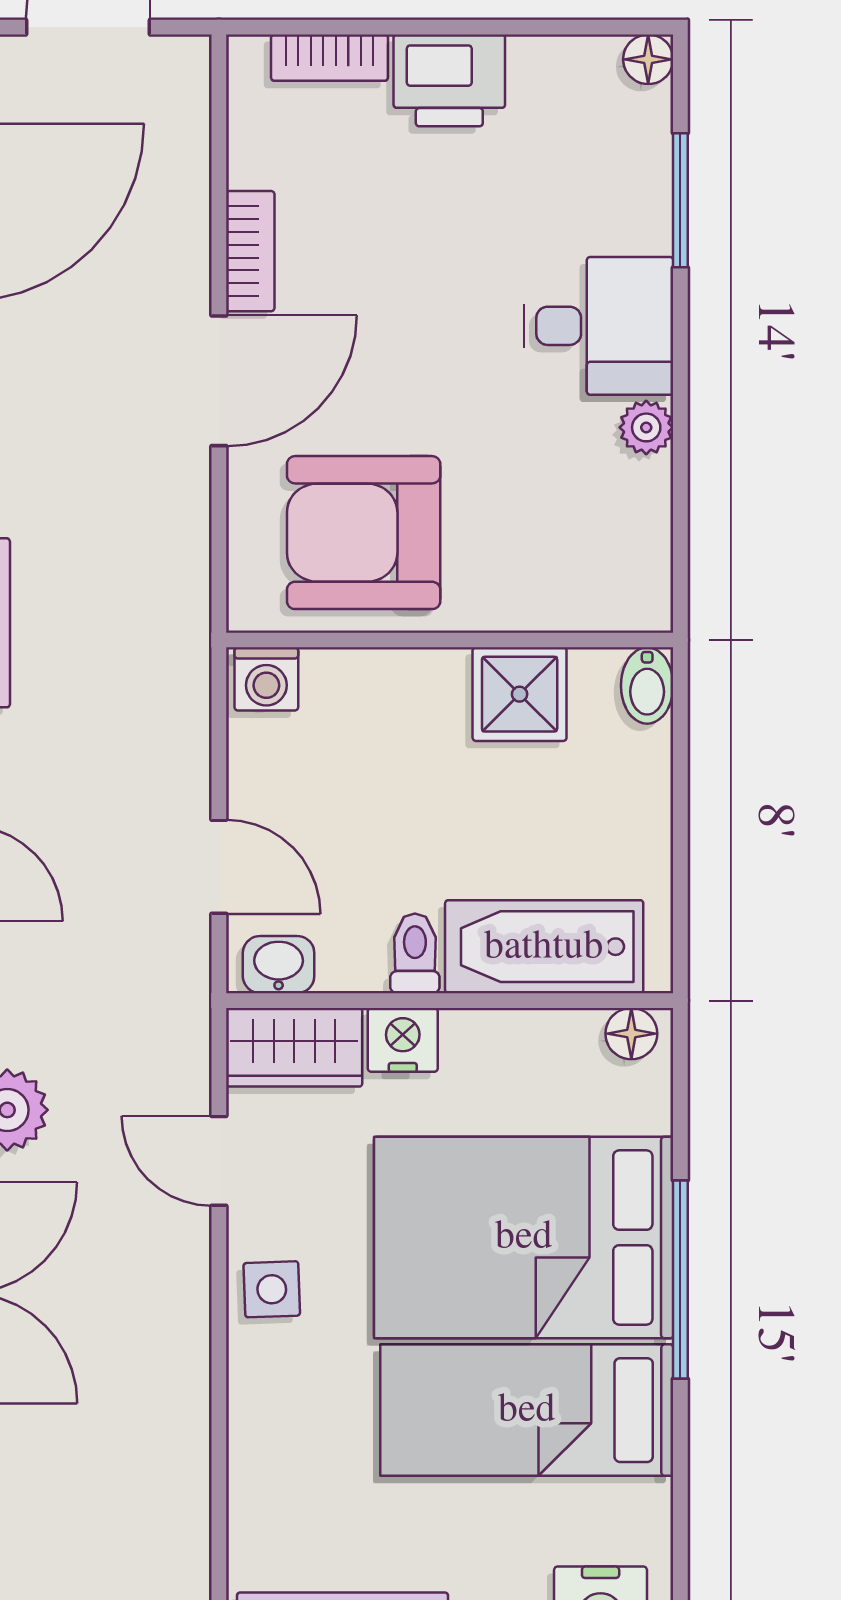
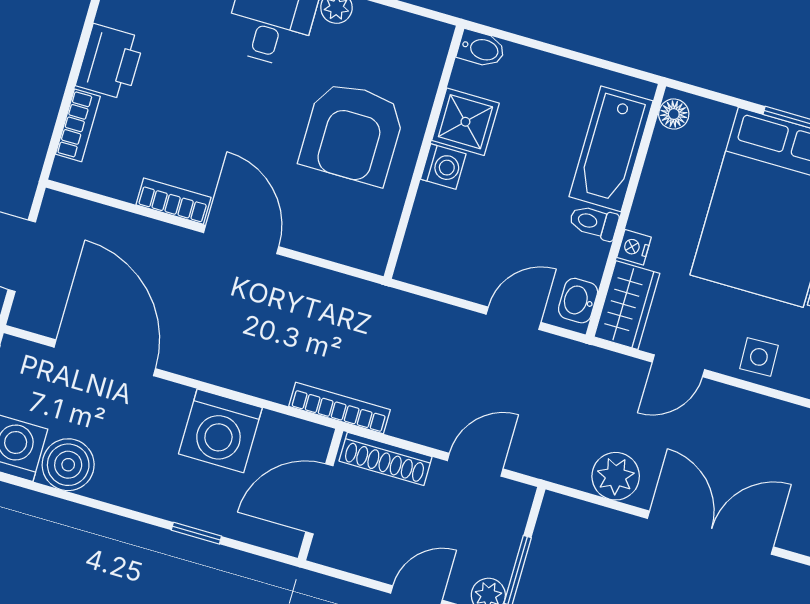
armchair: (364, 533) -> (352, 133), moved
washing machine: (266, 679) -> (443, 167), moved
nightstand: (403, 1040) -> (634, 247), width x0.72, depth x0.74

